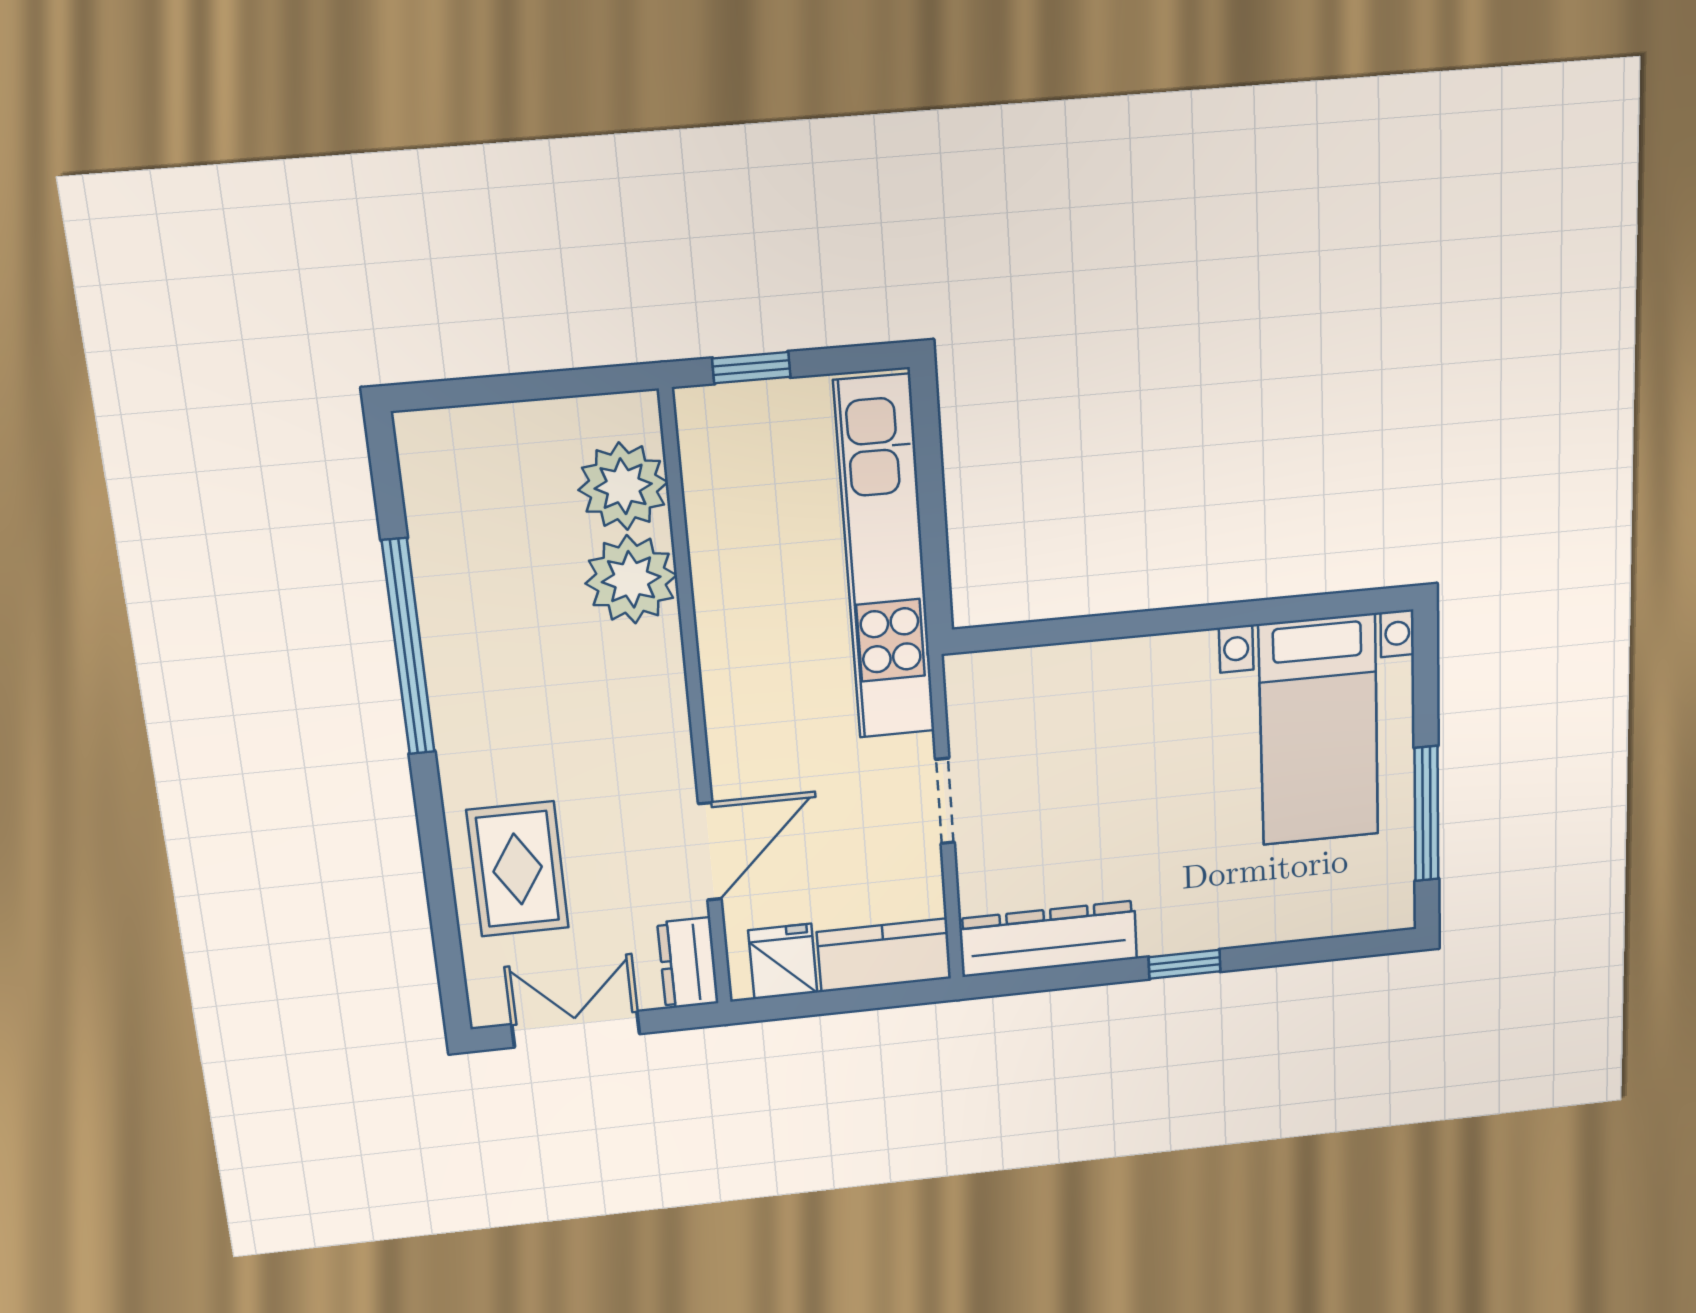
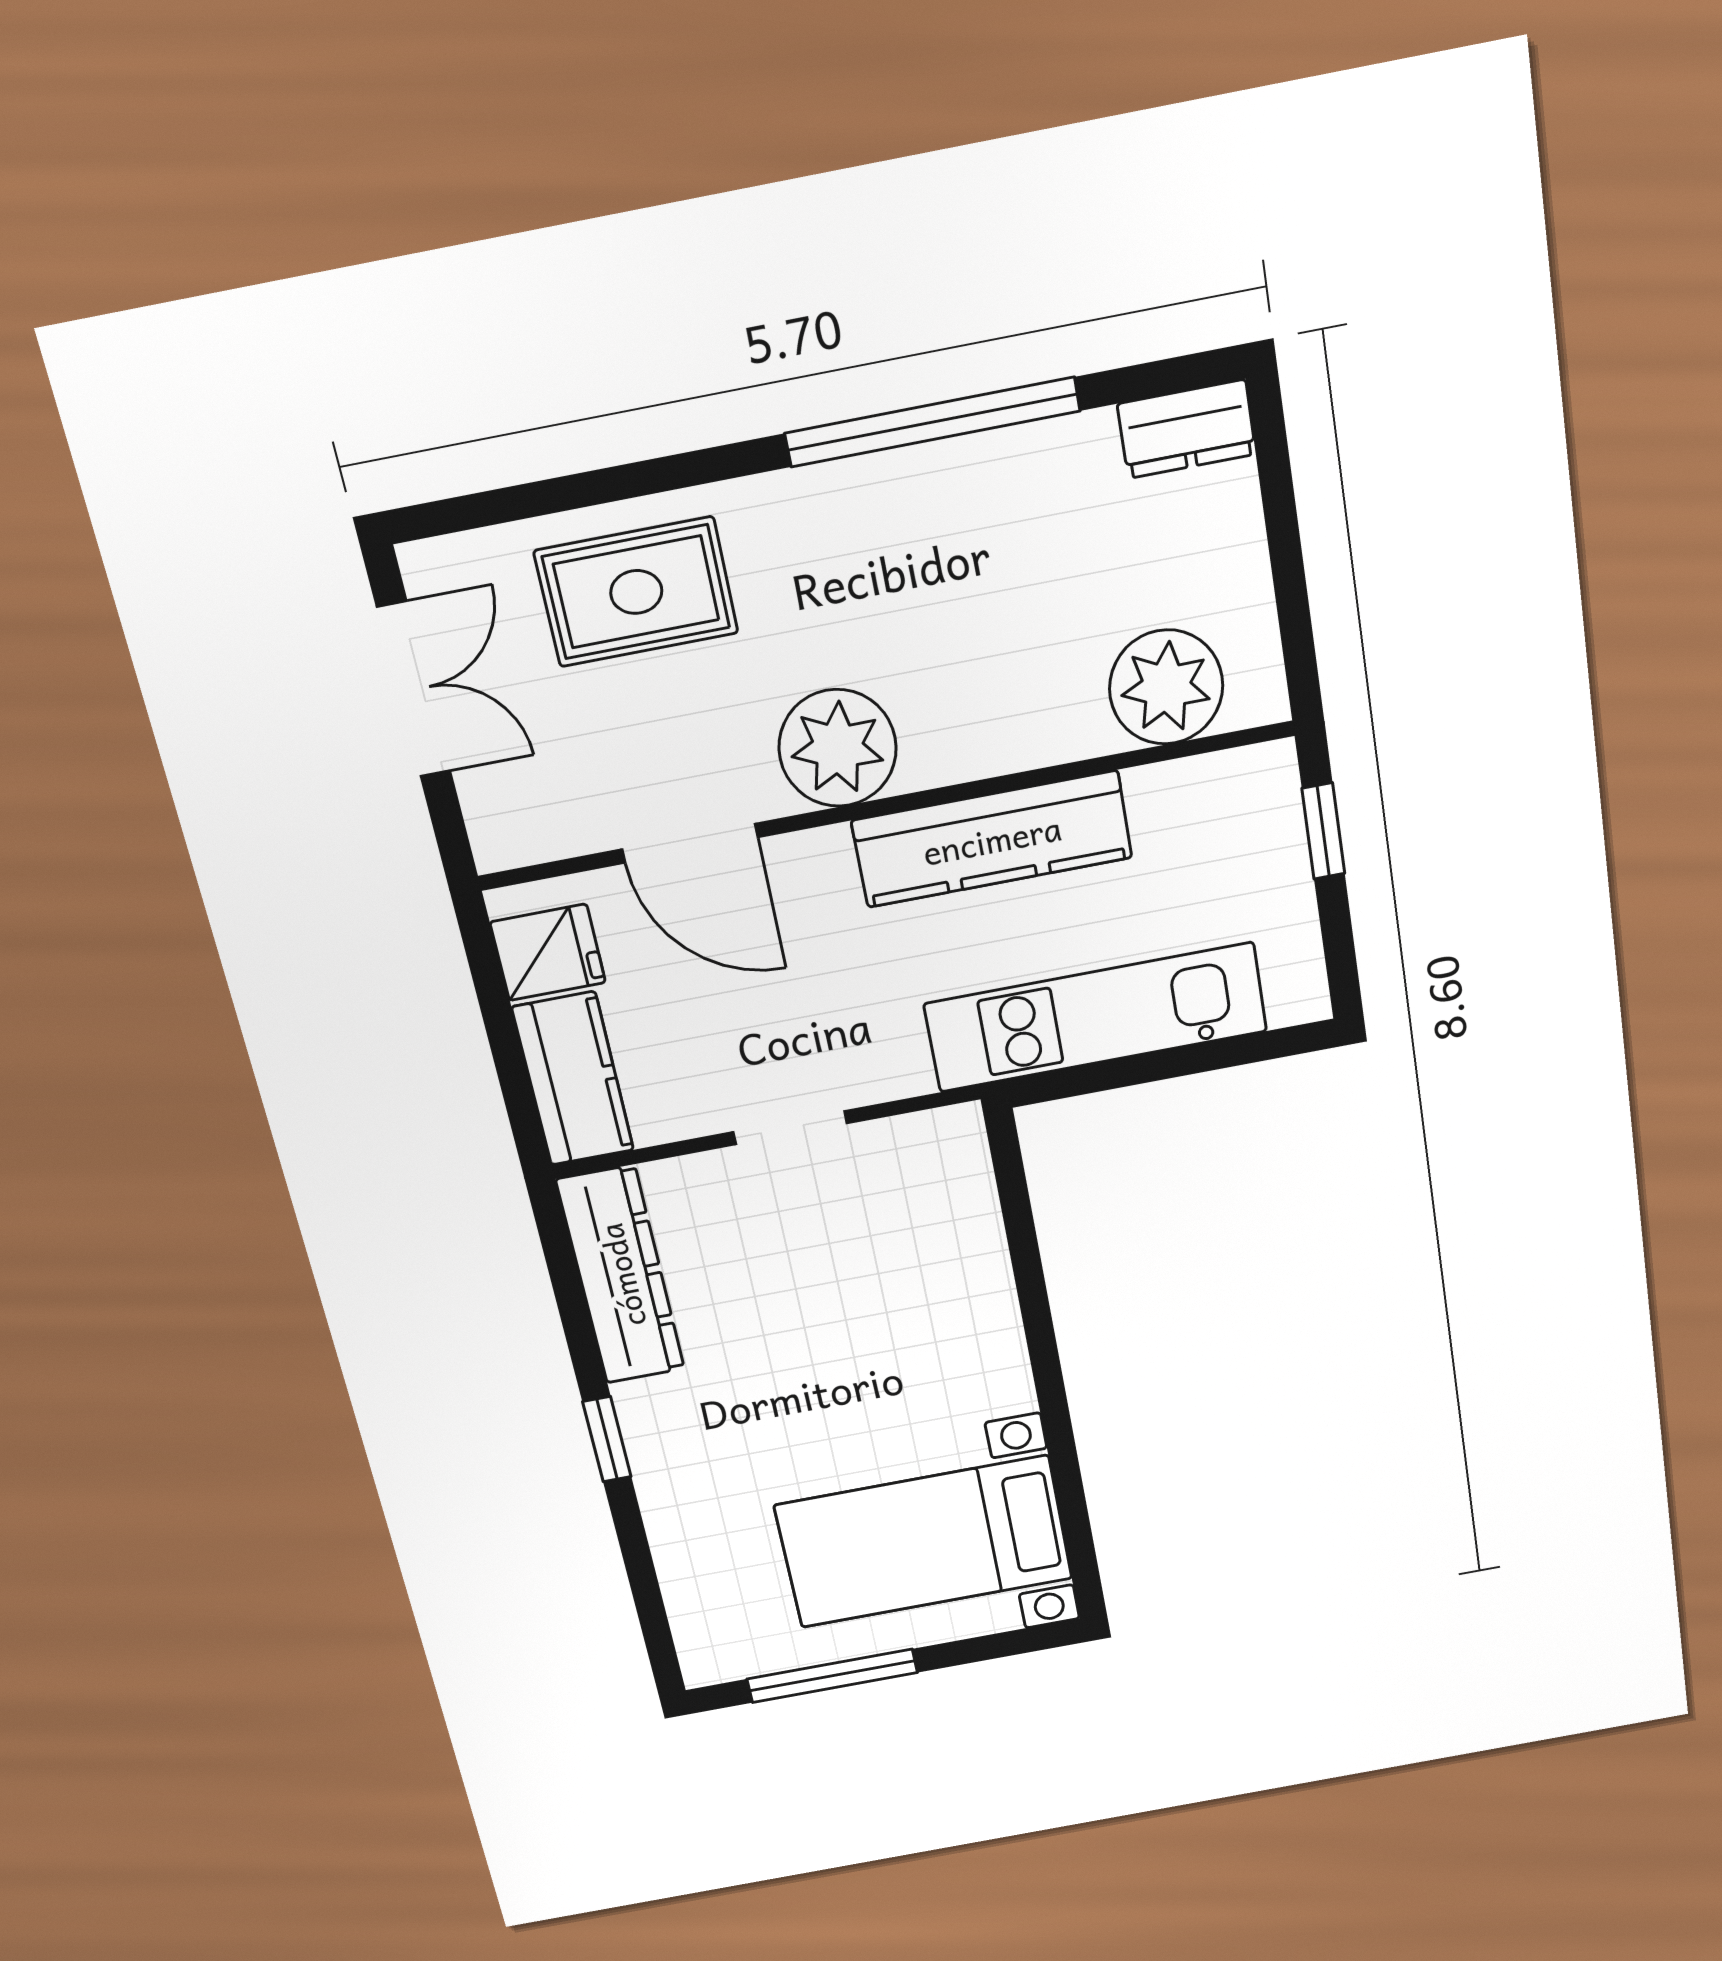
kitchen unit: (885, 559) -> (1096, 1017), width x0.73
plant: (631, 579) -> (838, 748), moved
kitchen counter: (730, 629) -> (992, 839), added
dresser: (688, 963) -> (1187, 429), moved, turned 180

